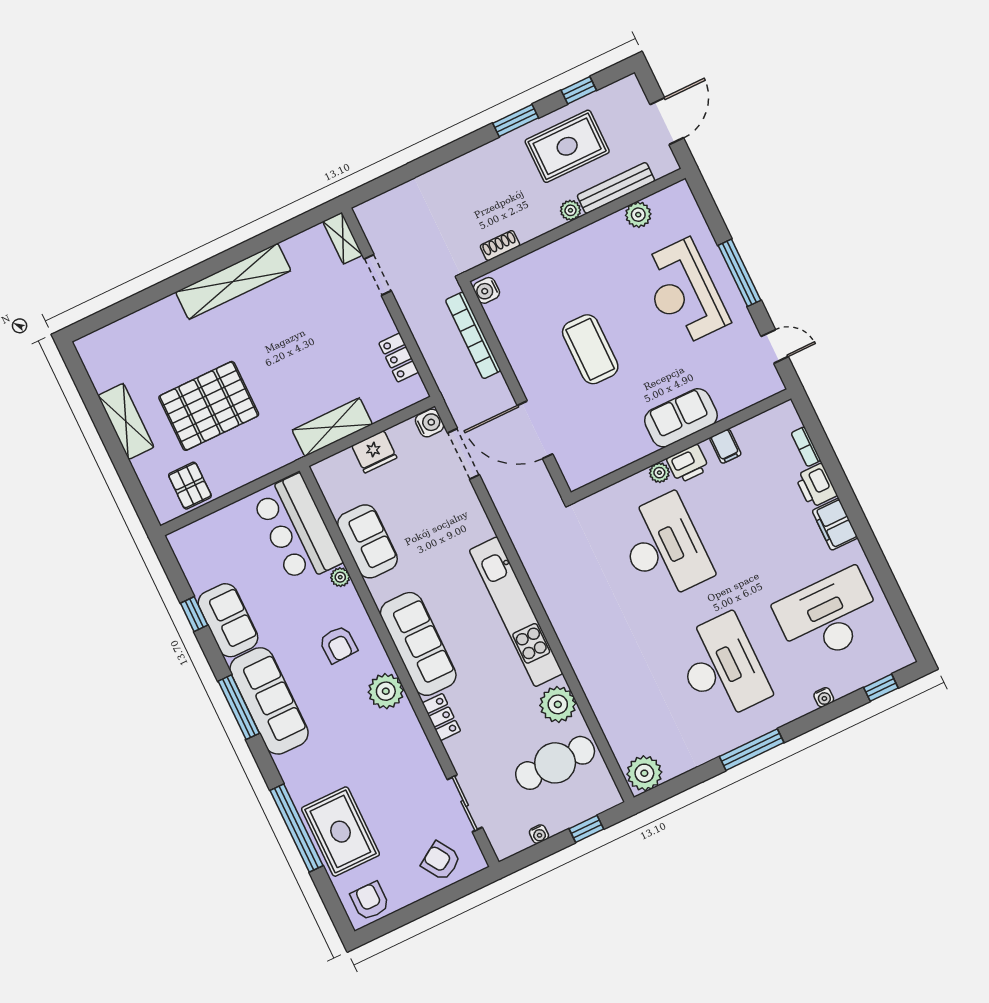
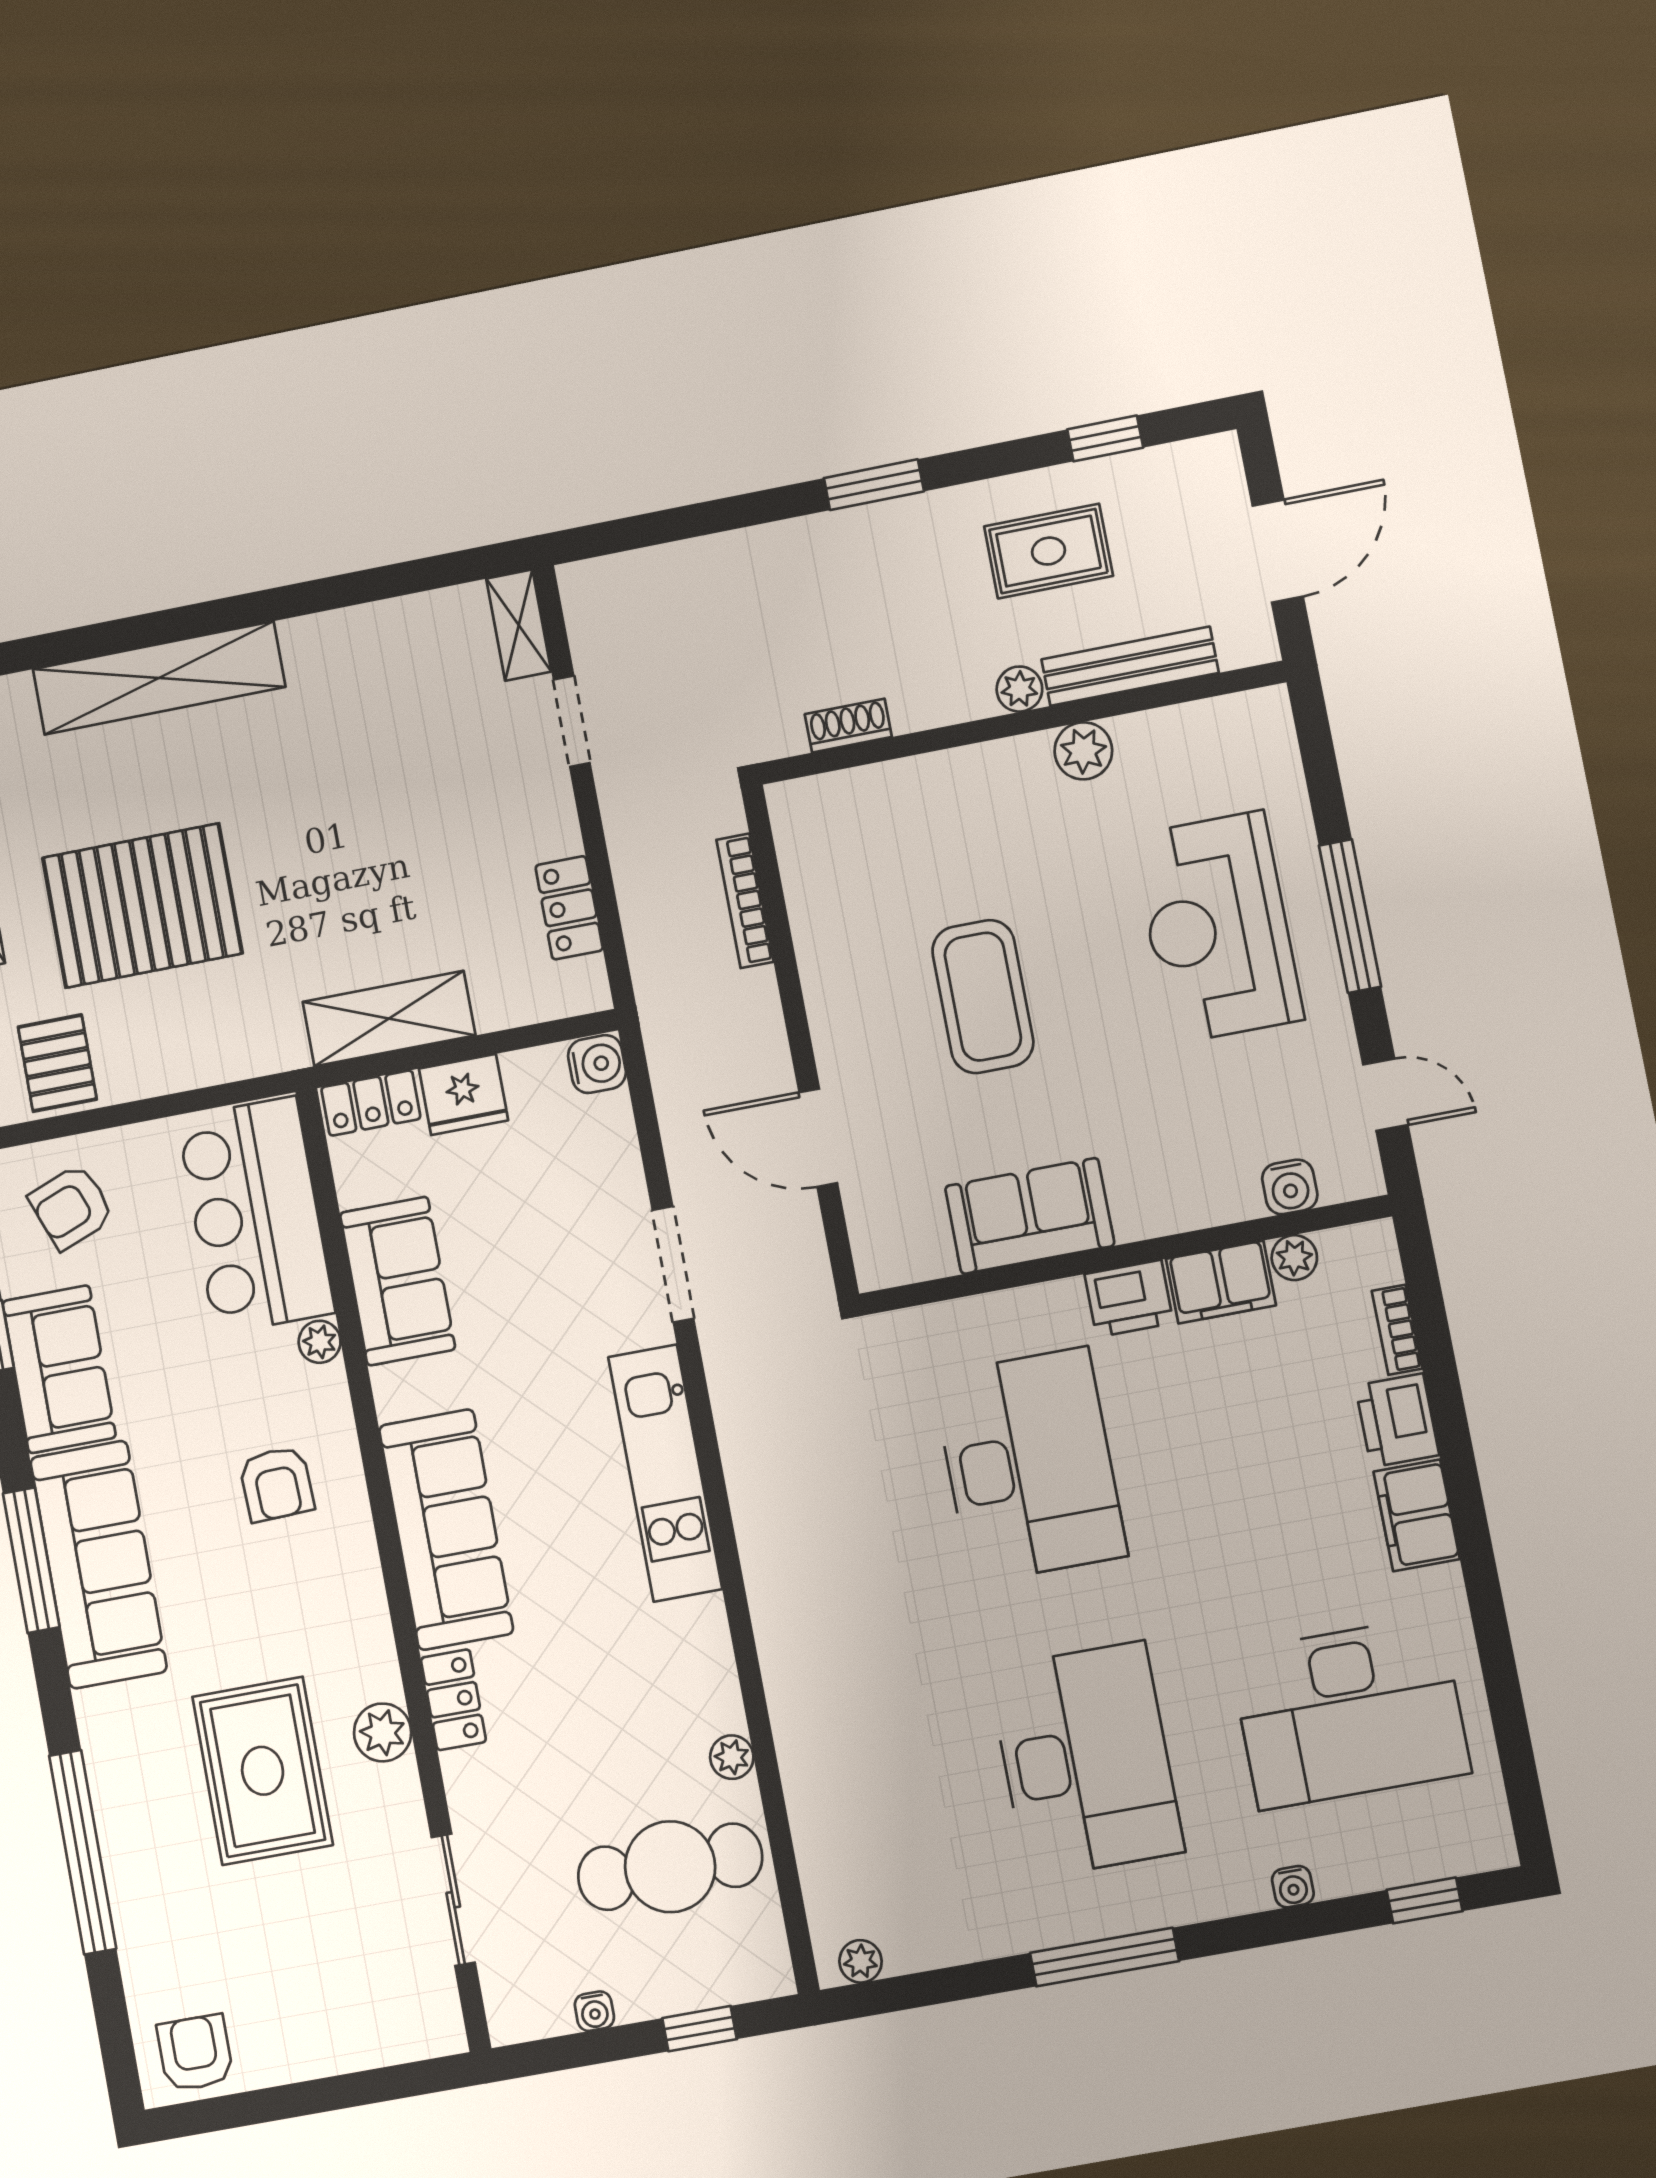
window: (516, 121) -> (874, 485), moved
rug: (567, 146) -> (1049, 551), width x0.73, depth x0.70
plant: (638, 215) -> (1083, 751), moved
shelving: (233, 281) -> (159, 678), moved
water cooler: (486, 290) -> (1290, 1187), moved, turned -90
bookcase: (473, 335) -> (745, 901), width x0.68, depth x0.76
sofa: (681, 418) -> (1030, 1216), moved
door: (535, 430) -> (818, 1138), width x0.73
filing cabinet: (725, 446) -> (1221, 1282), width x2.00
doorway: (463, 454) -> (673, 1264), moved
locker: (334, 466) -> (371, 1103), added
plant: (659, 473) -> (1294, 1258), moved
kitchen unit: (516, 612) -> (665, 1473), width x0.73
desk: (829, 616) -> (1350, 1713), turned 180
plant: (386, 691) -> (383, 1732), moved, width x0.73, depth x0.73
plant: (558, 704) -> (732, 1757), width x0.53, depth x0.53
plant: (644, 773) -> (861, 1961), width x0.53, depth x0.53
rug: (340, 832) -> (263, 1771), moved
armchair: (441, 861) -> (71, 1207), moved, turned -78

